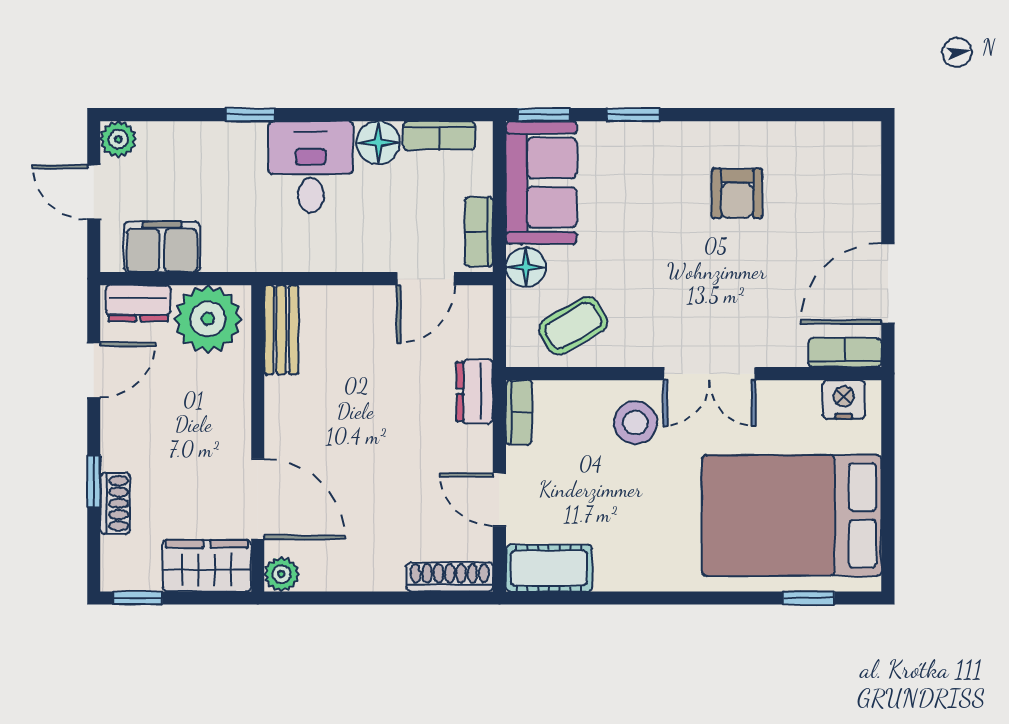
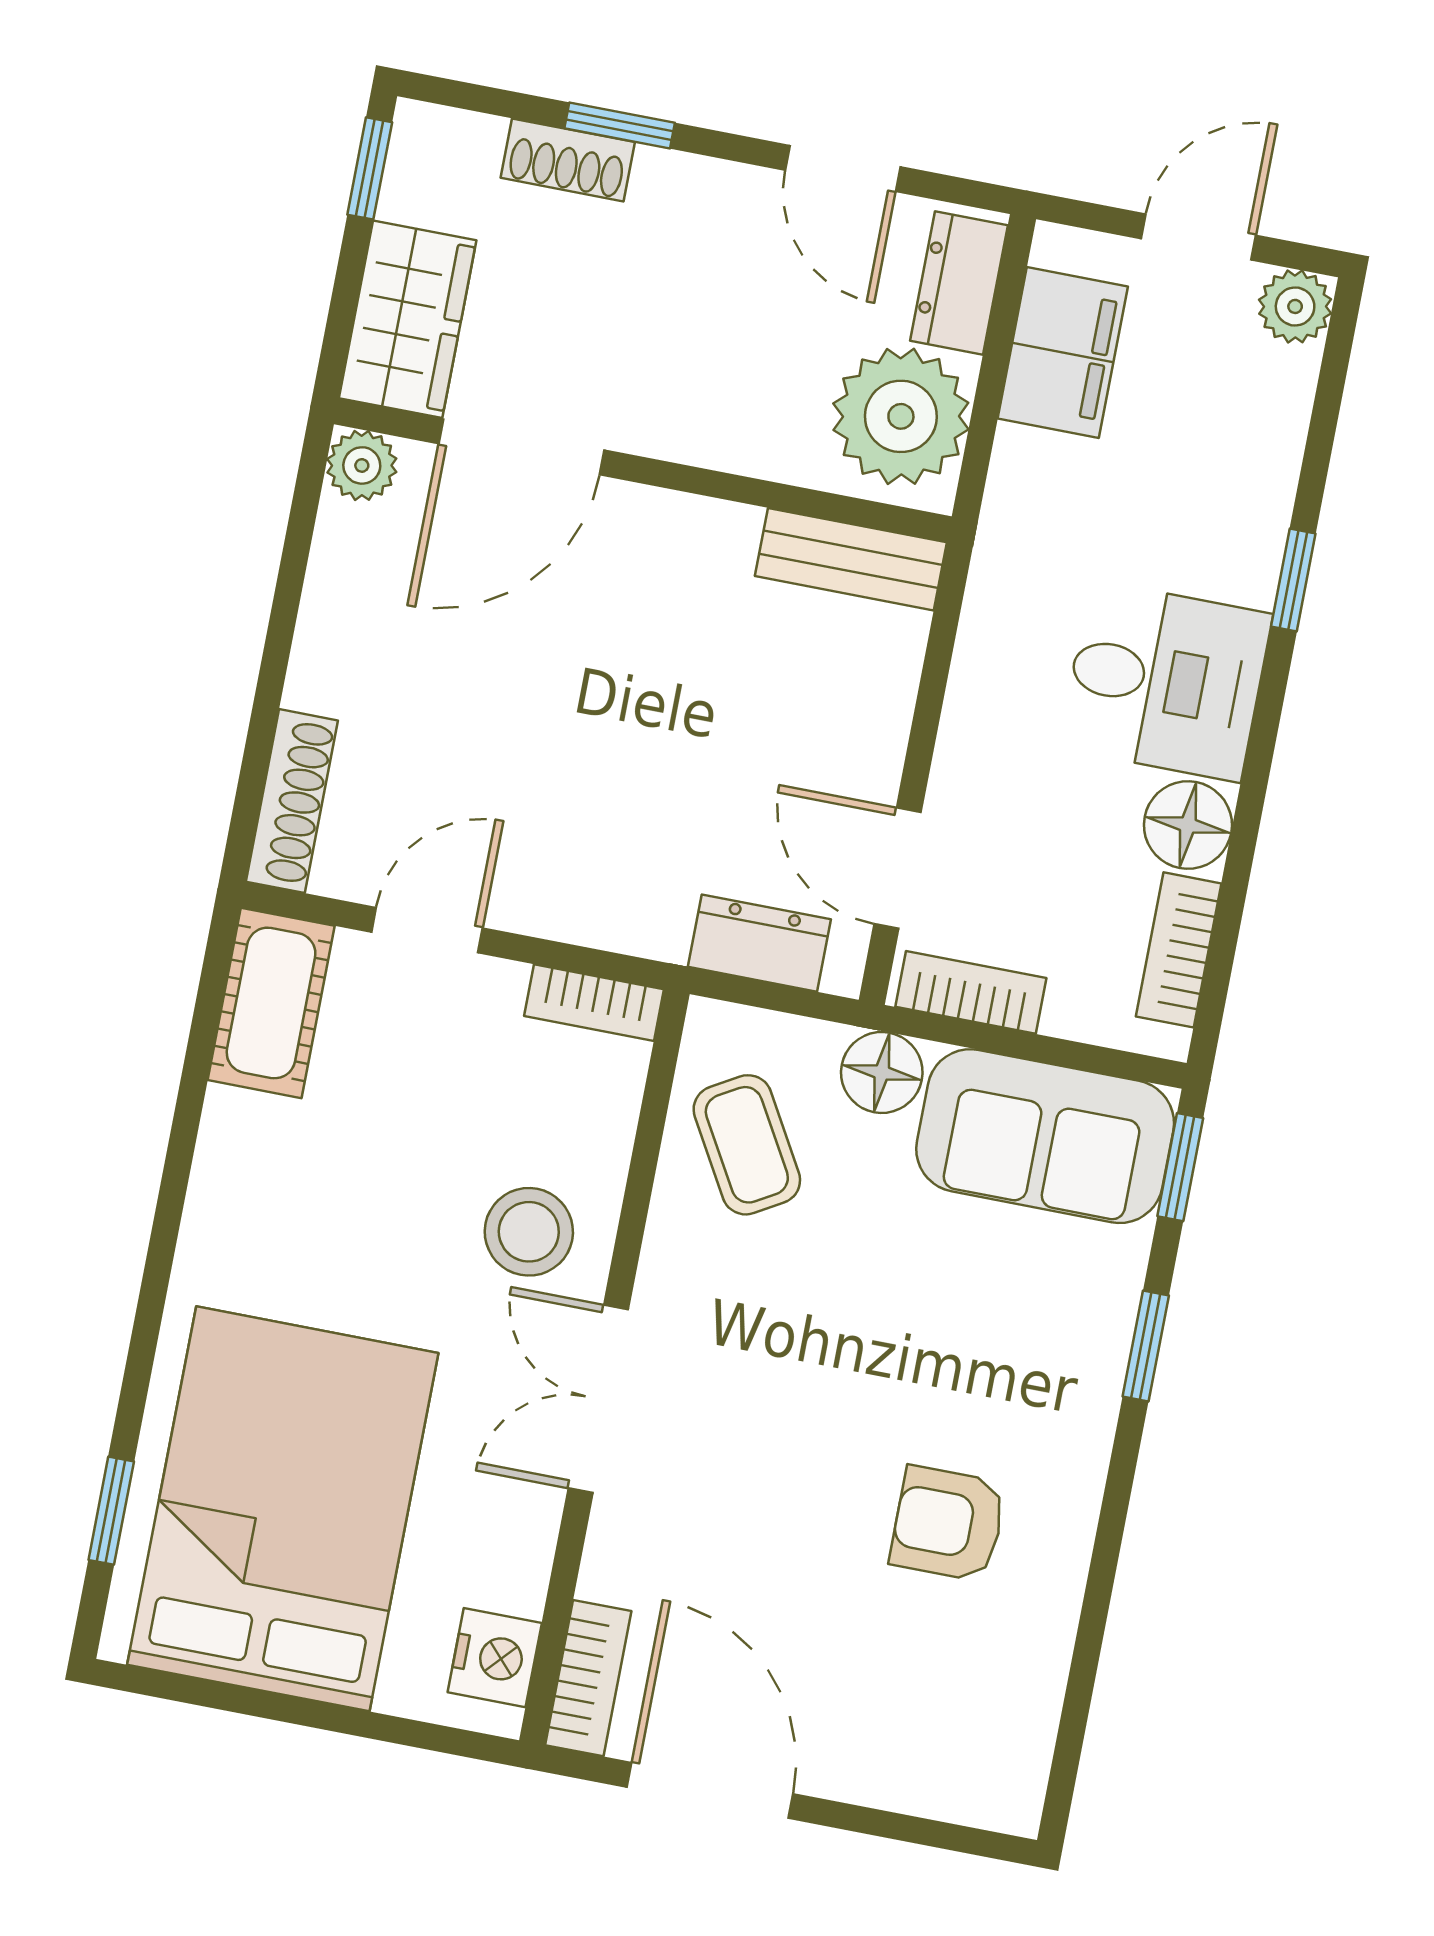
dresser: (475, 391) -> (759, 943), moved

